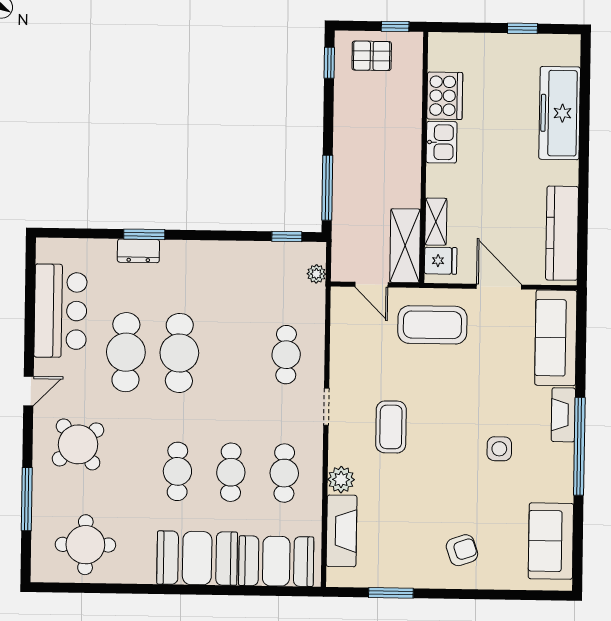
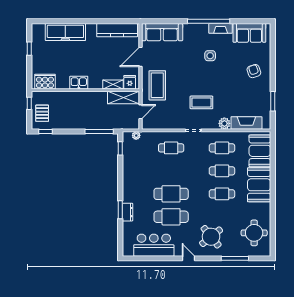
cooker: (445, 96) -> (45, 82), moved
fireplace: (563, 415) -> (221, 28), moved

